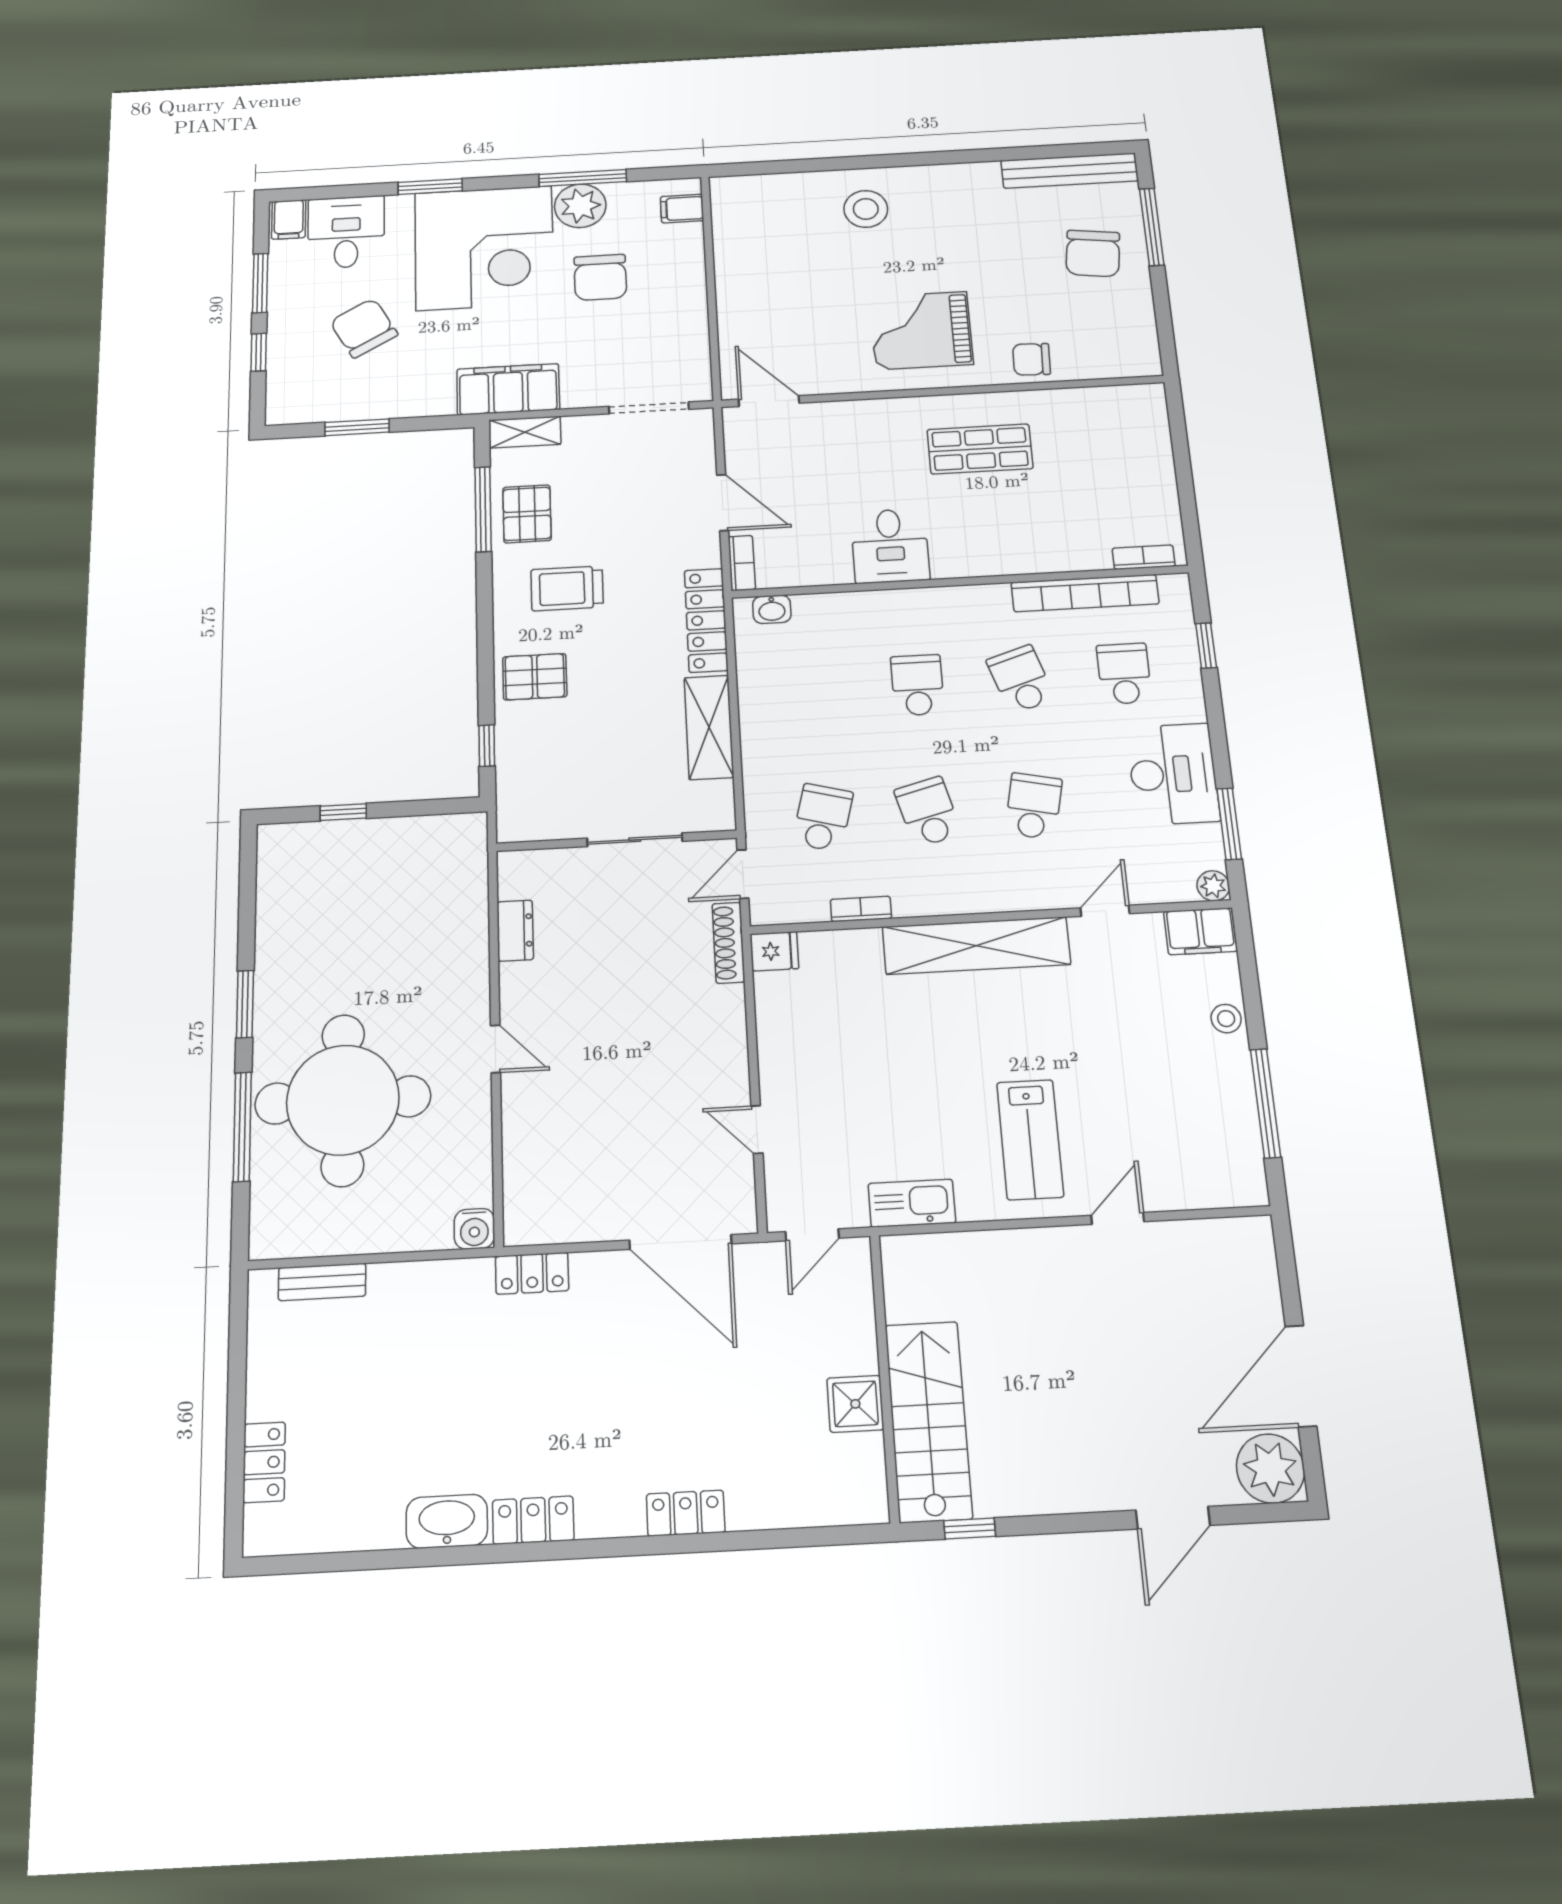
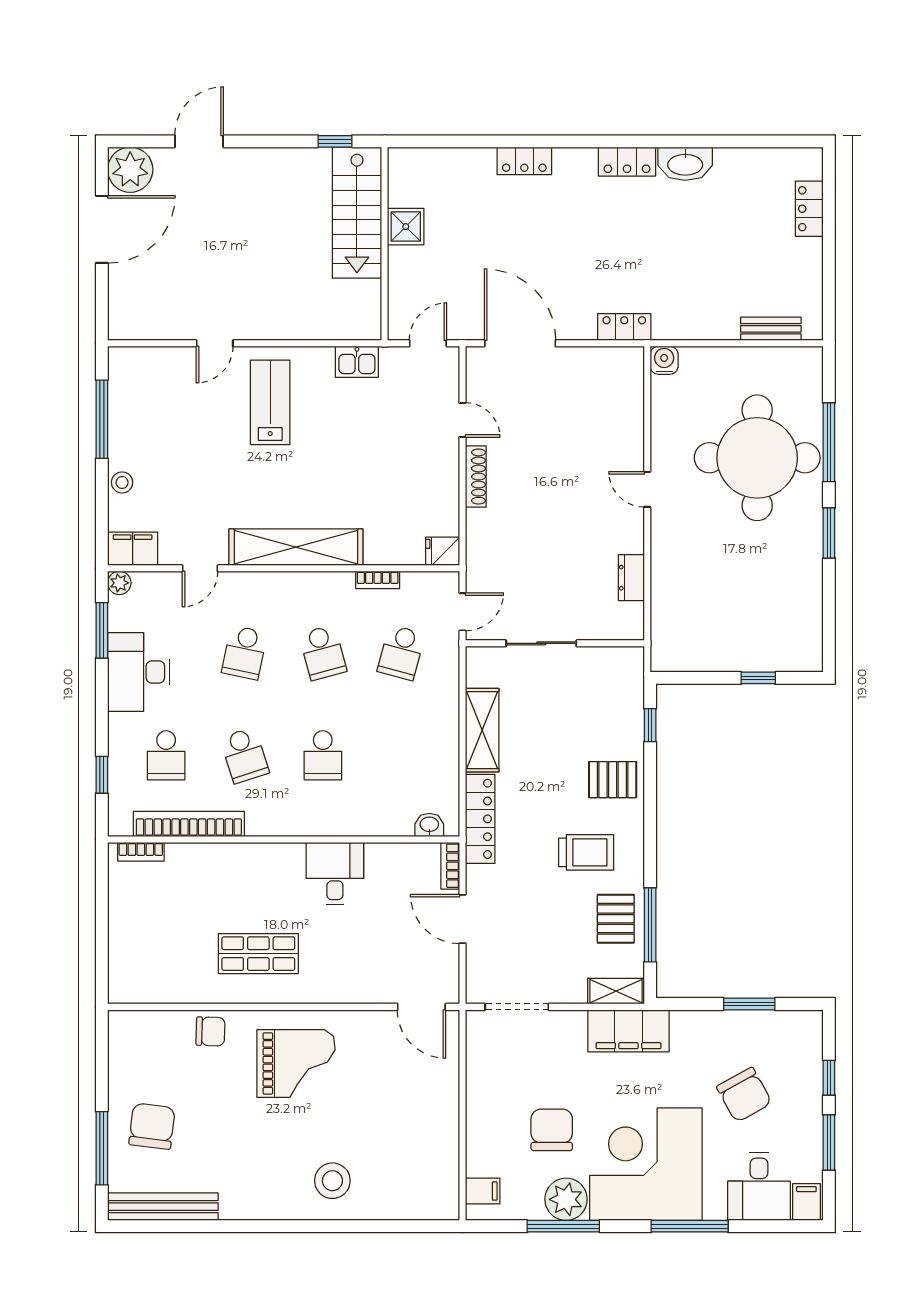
window: (430, 187) -> (690, 1226), width x1.44
shoe rack: (728, 943) -> (476, 477), moved
kitchen sink: (912, 1203) -> (357, 362), width x0.73

